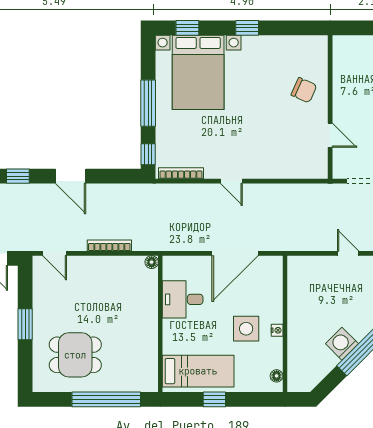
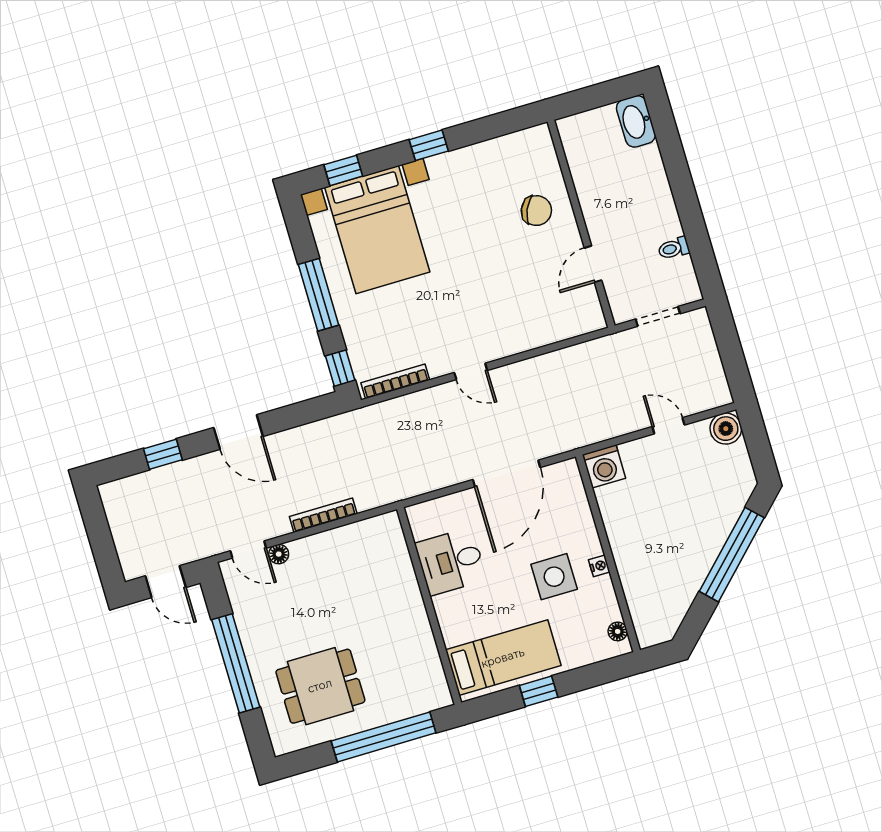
door: (330, 135) -> (593, 264), swing flipped
floor lamp: (152, 262) -> (279, 554), moved
window: (25, 324) -> (236, 663), width x2.11
washing machine: (342, 344) -> (604, 466), moved, turned -135

